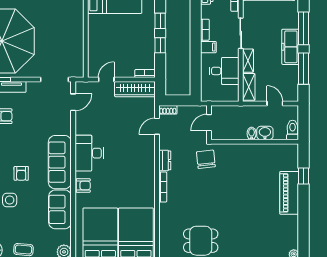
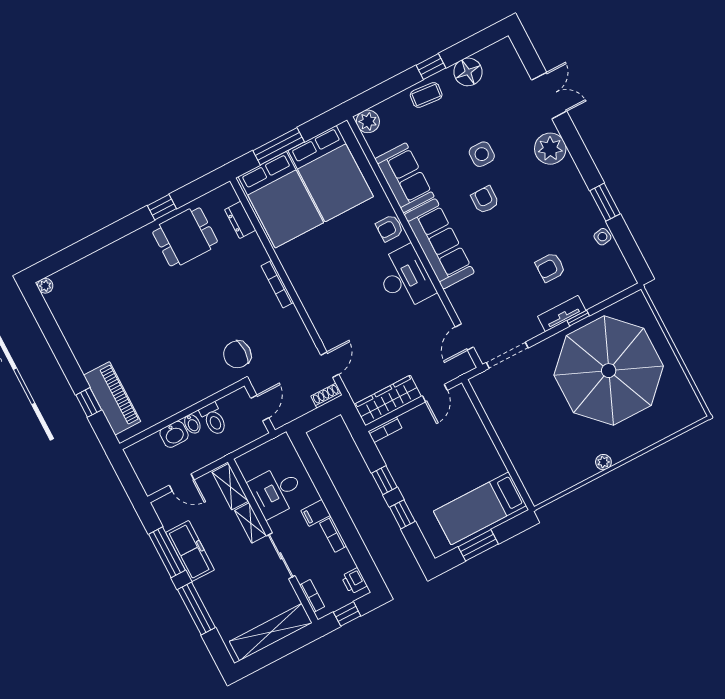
freezer: (290, 47) -> (190, 551), moved
toilet: (293, 130) -> (213, 419), moved
chair: (206, 159) -> (237, 354), turned 96
dresser: (165, 160) -> (240, 220), moved
piano: (289, 193) -> (112, 398), moved

